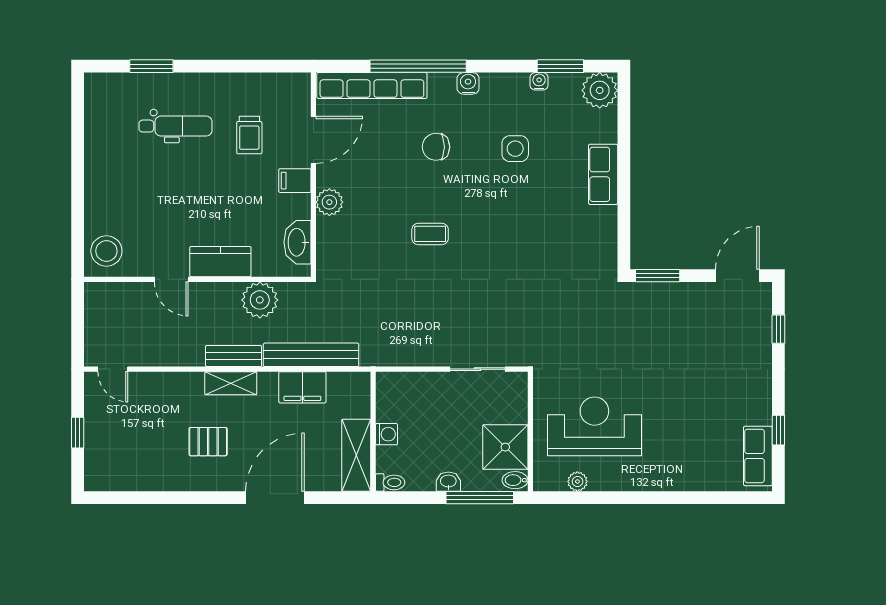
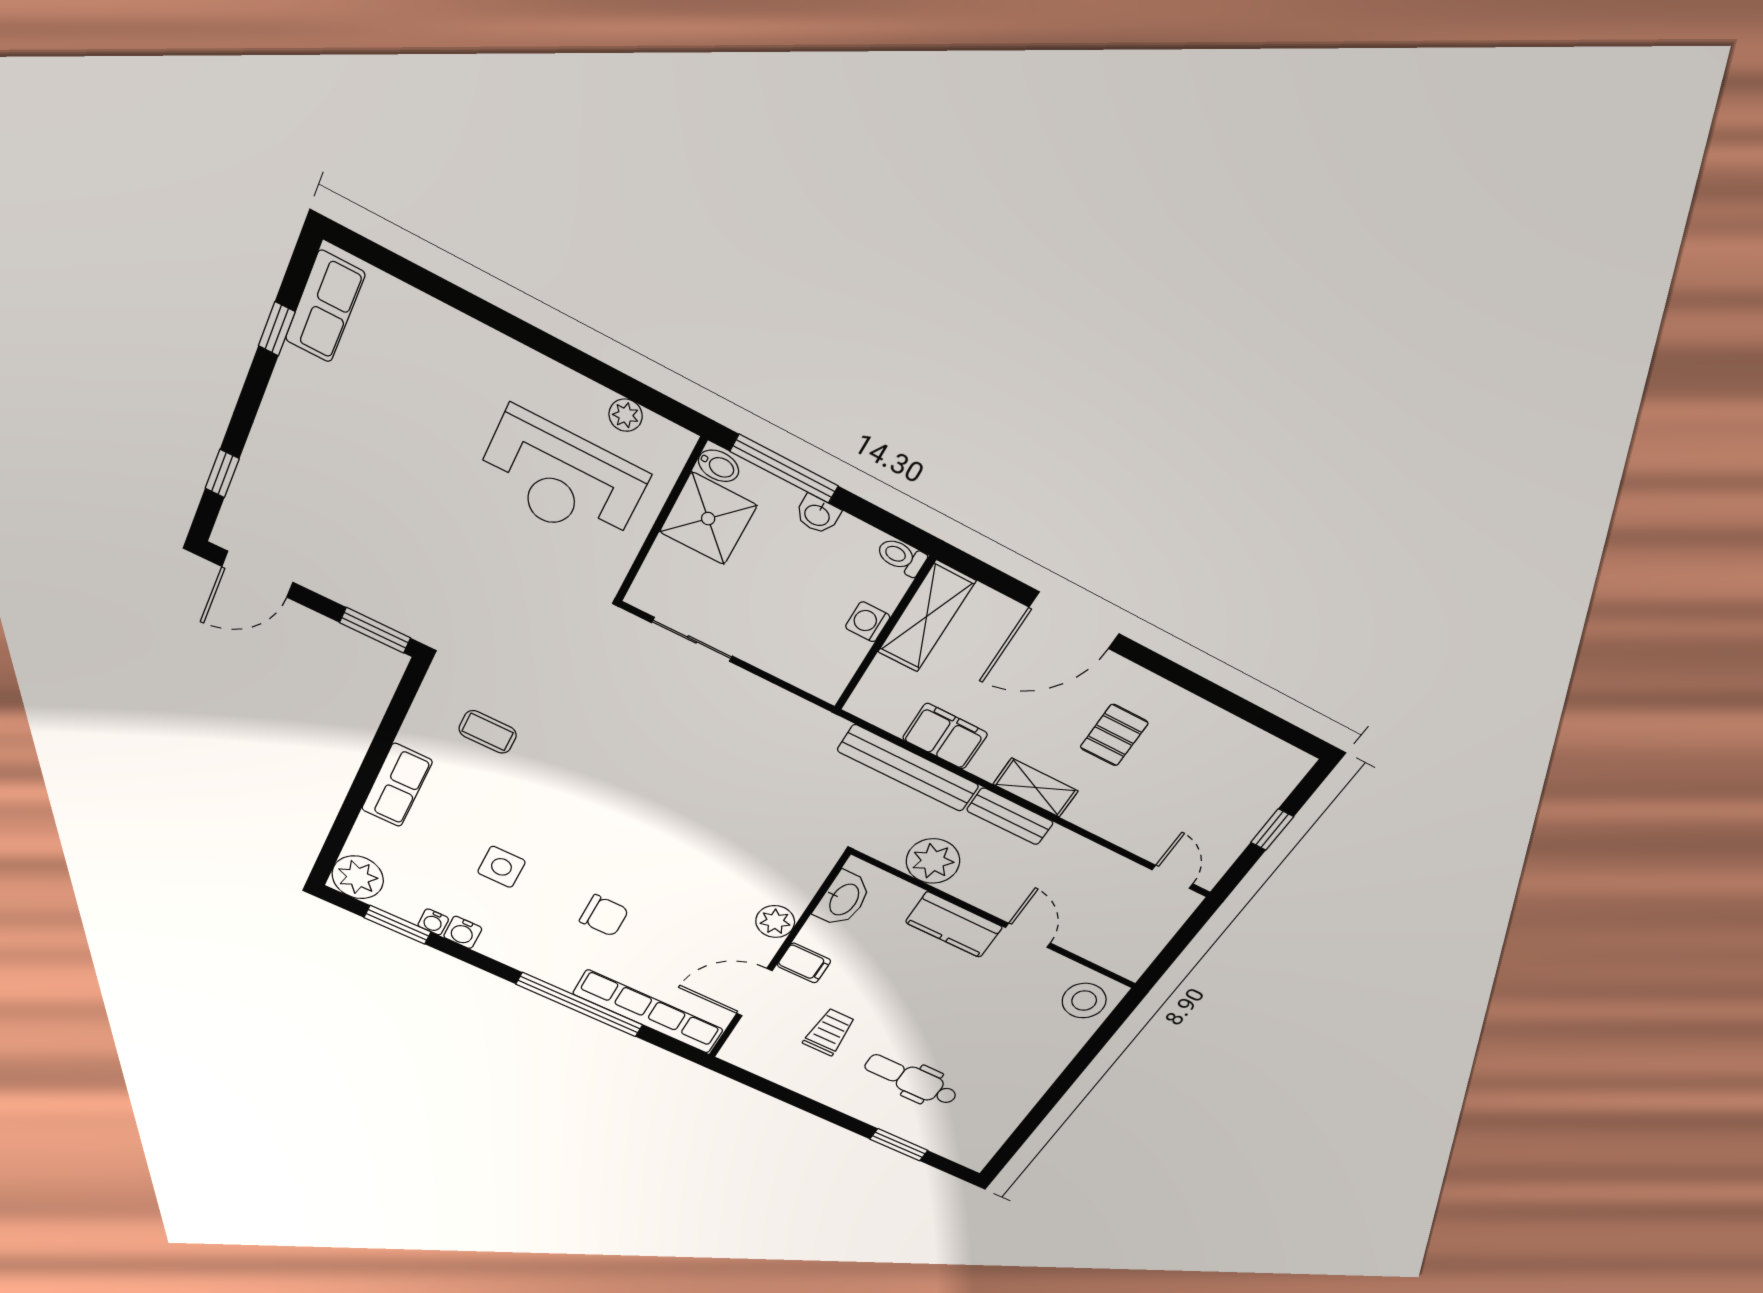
water cooler: (468, 83) -> (463, 932), moved
coffee table: (430, 234) -> (488, 732), moved
pallet: (208, 442) -> (1114, 735), turned 90

